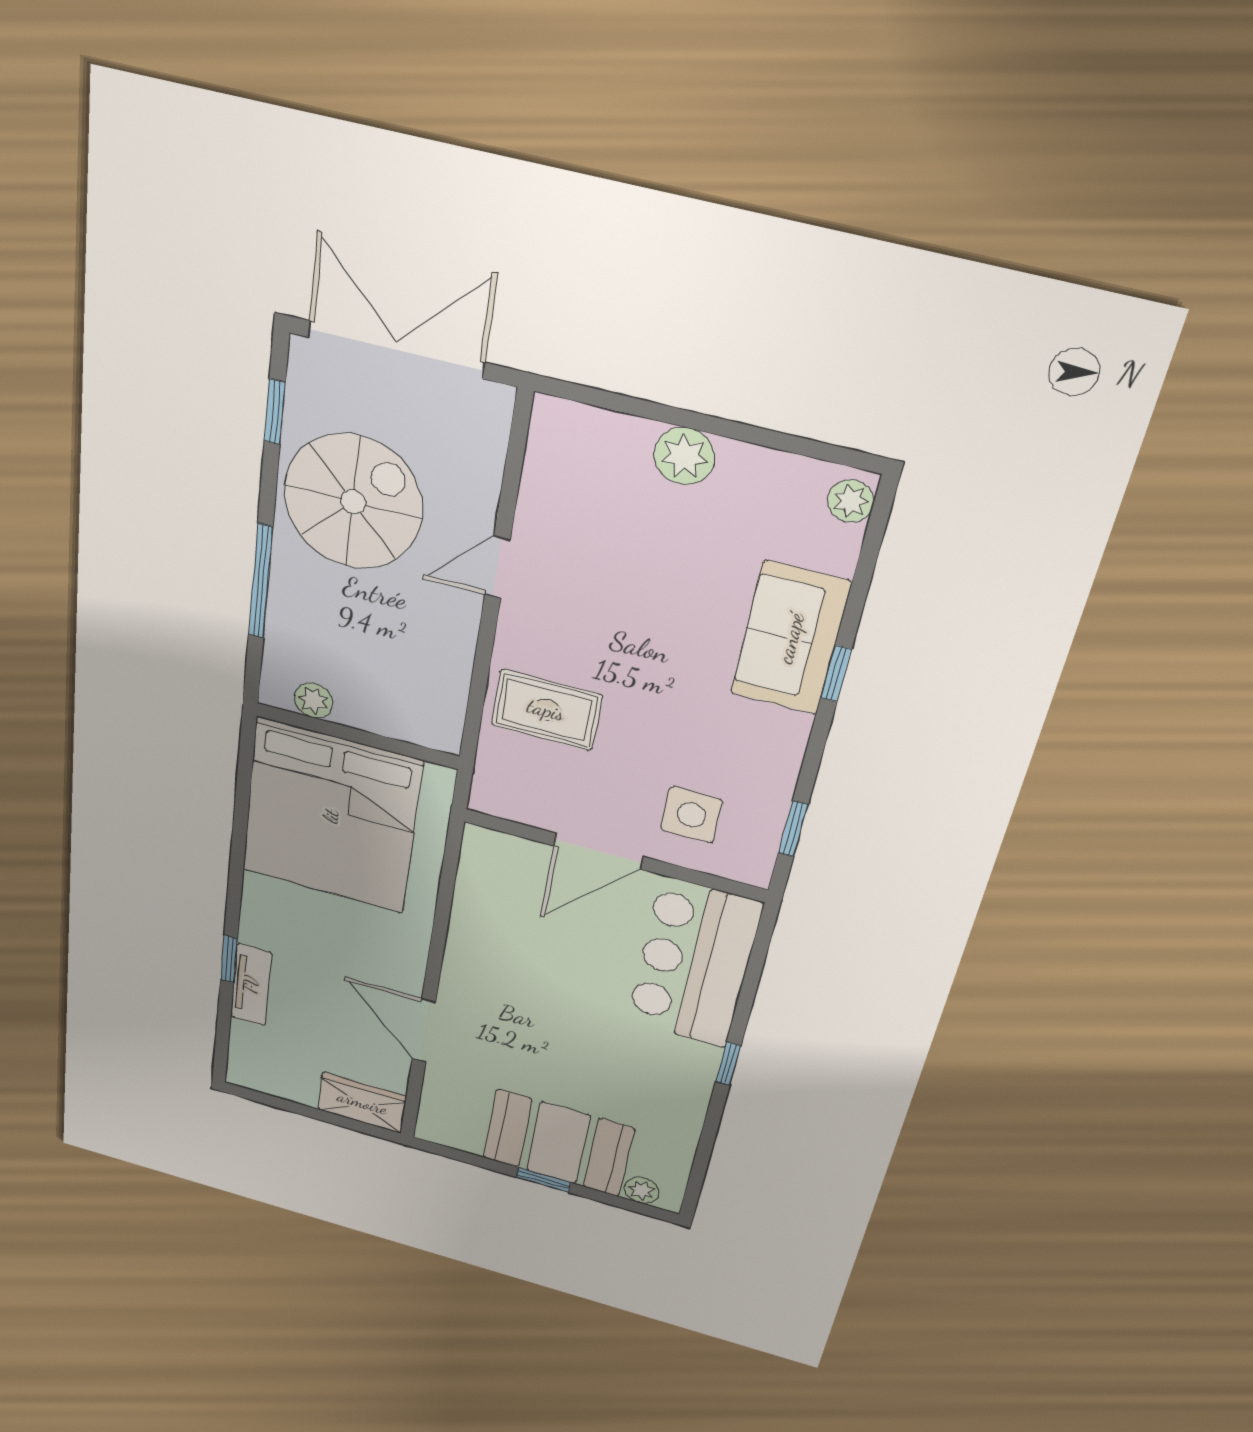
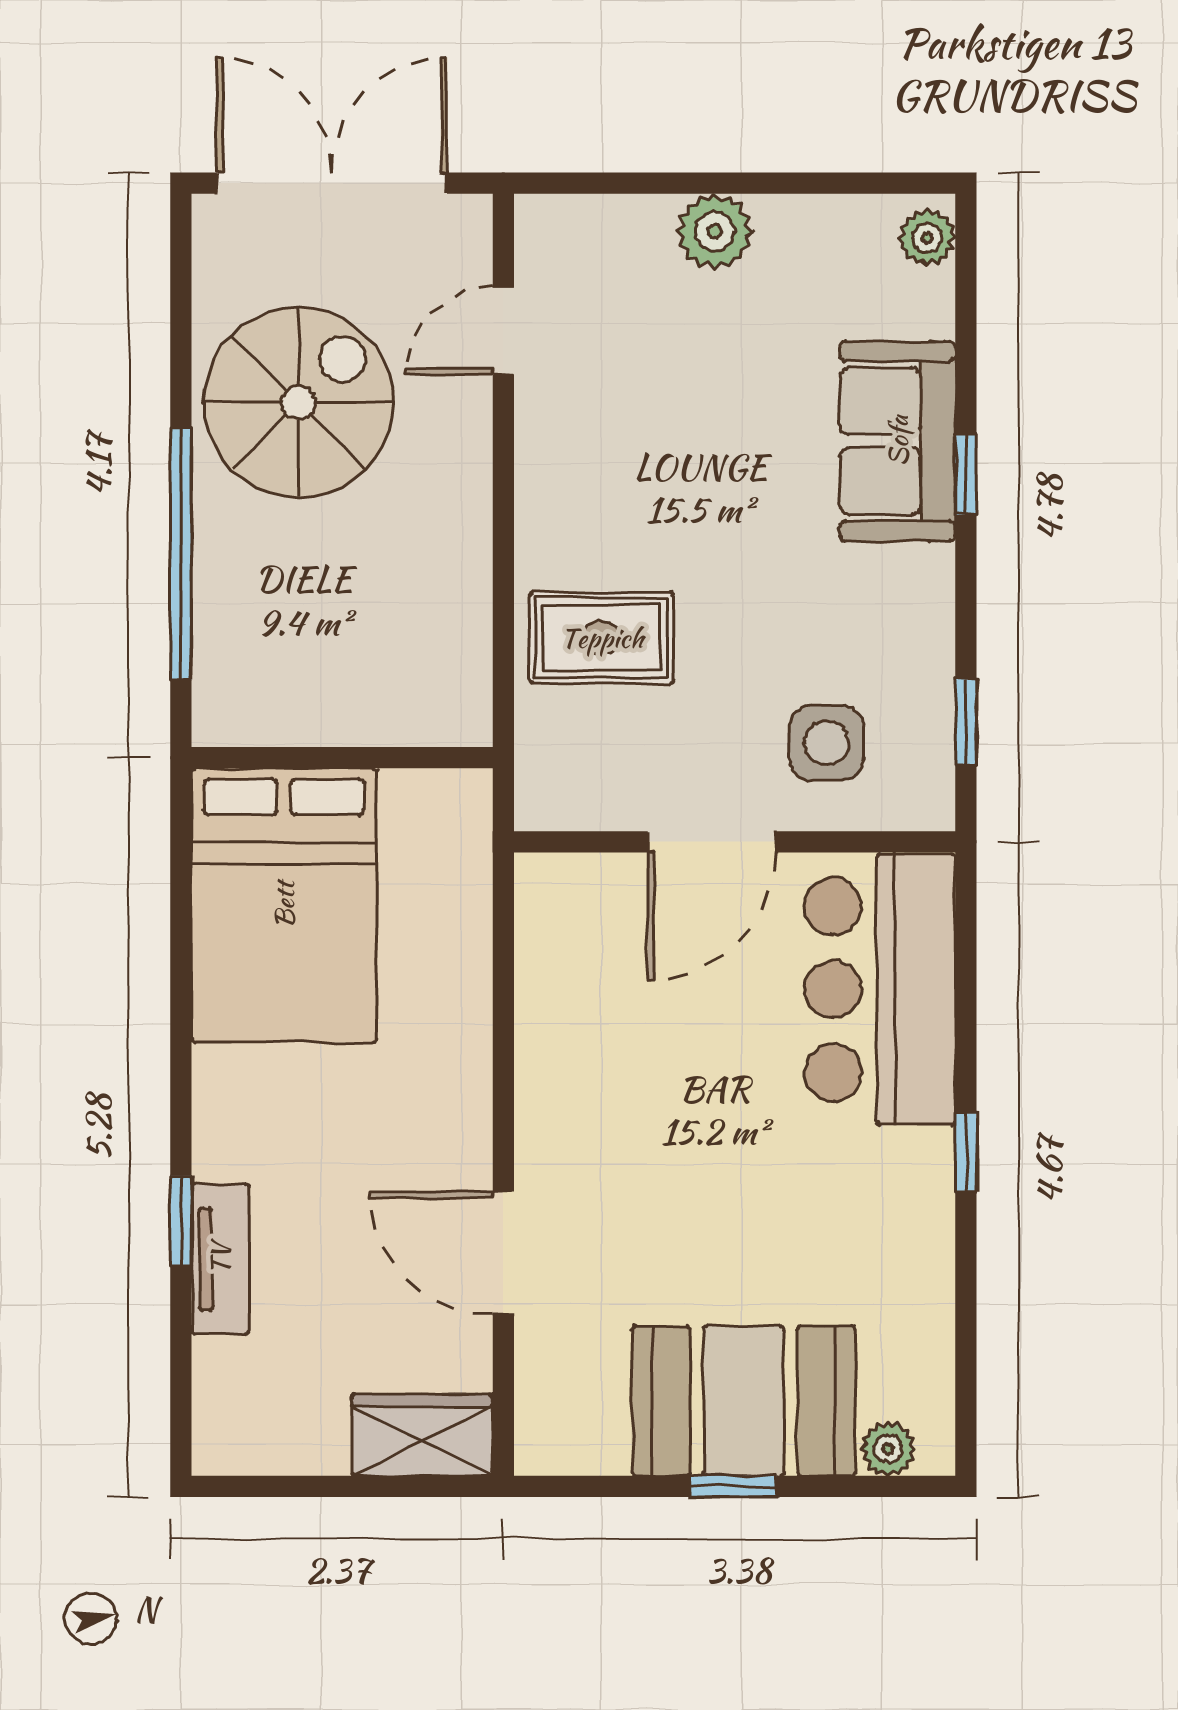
window: (275, 412) -> (181, 304), removed
door: (497, 567) -> (503, 331), moved
window: (261, 582) -> (181, 554), width x1.46
plant: (314, 701) -> (273, 719), removed
bed: (331, 816) -> (284, 905), width x0.73

